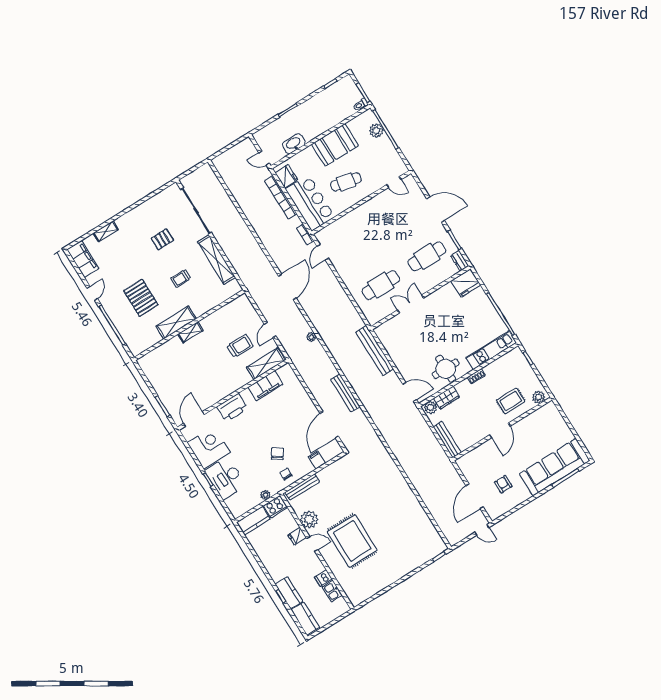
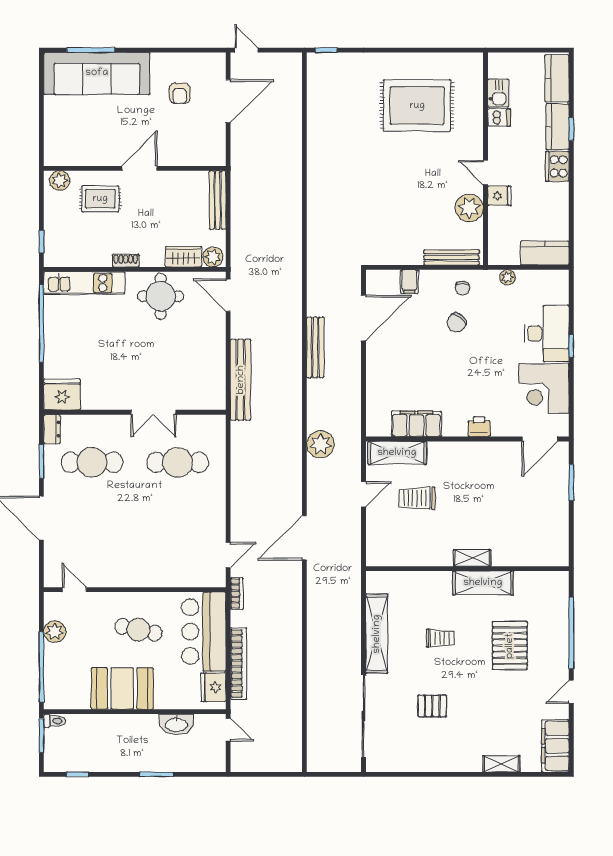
plant: (376, 131) -> (55, 632), moved
plant: (311, 337) -> (320, 444), width x1.87, depth x1.87
printer: (232, 408) -> (479, 427), width x0.53, depth x0.68
cooker: (275, 507) -> (557, 166), moved, turned -90
rug: (352, 541) -> (417, 106), moved, turned 90

